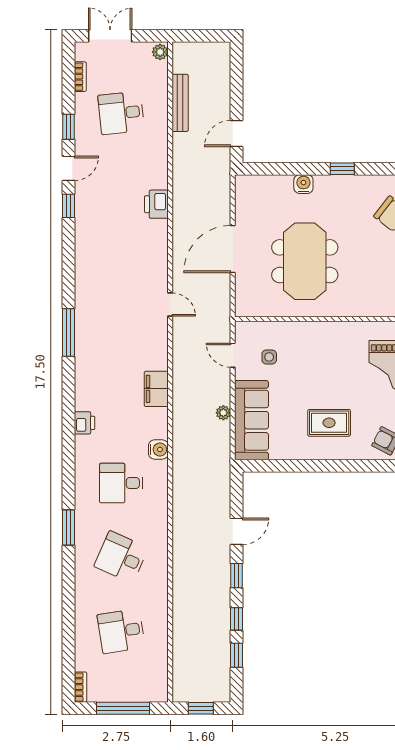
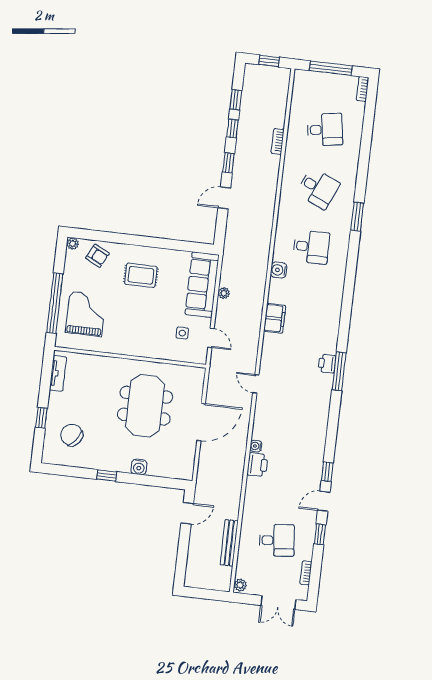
water cooler: (161, 227) -> (256, 446), added
printer: (84, 423) -> (327, 364), moved
bookcase: (178, 609) -> (278, 141), added

